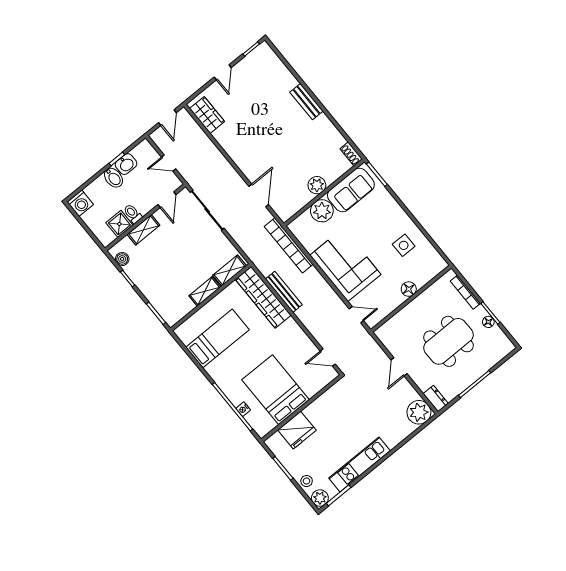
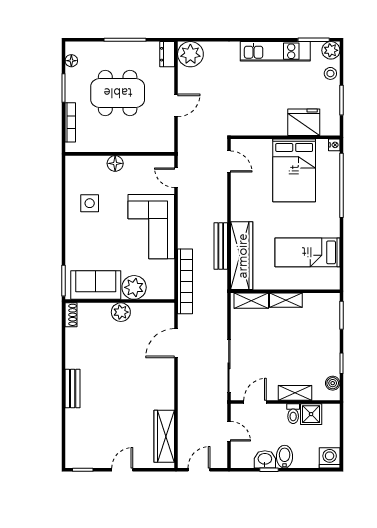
wardrobe: (207, 115) -> (164, 436), width x1.50
floor lamp: (488, 322) -> (71, 61), moved
nightstand: (243, 409) -> (334, 145), moved

